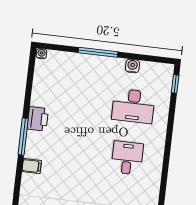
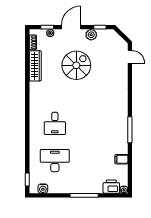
water cooler: (132, 66) -> (43, 189), moved
printer: (38, 119) -> (111, 187), moved, turned 90
filing cabinet: (32, 166) -> (121, 159), moved

